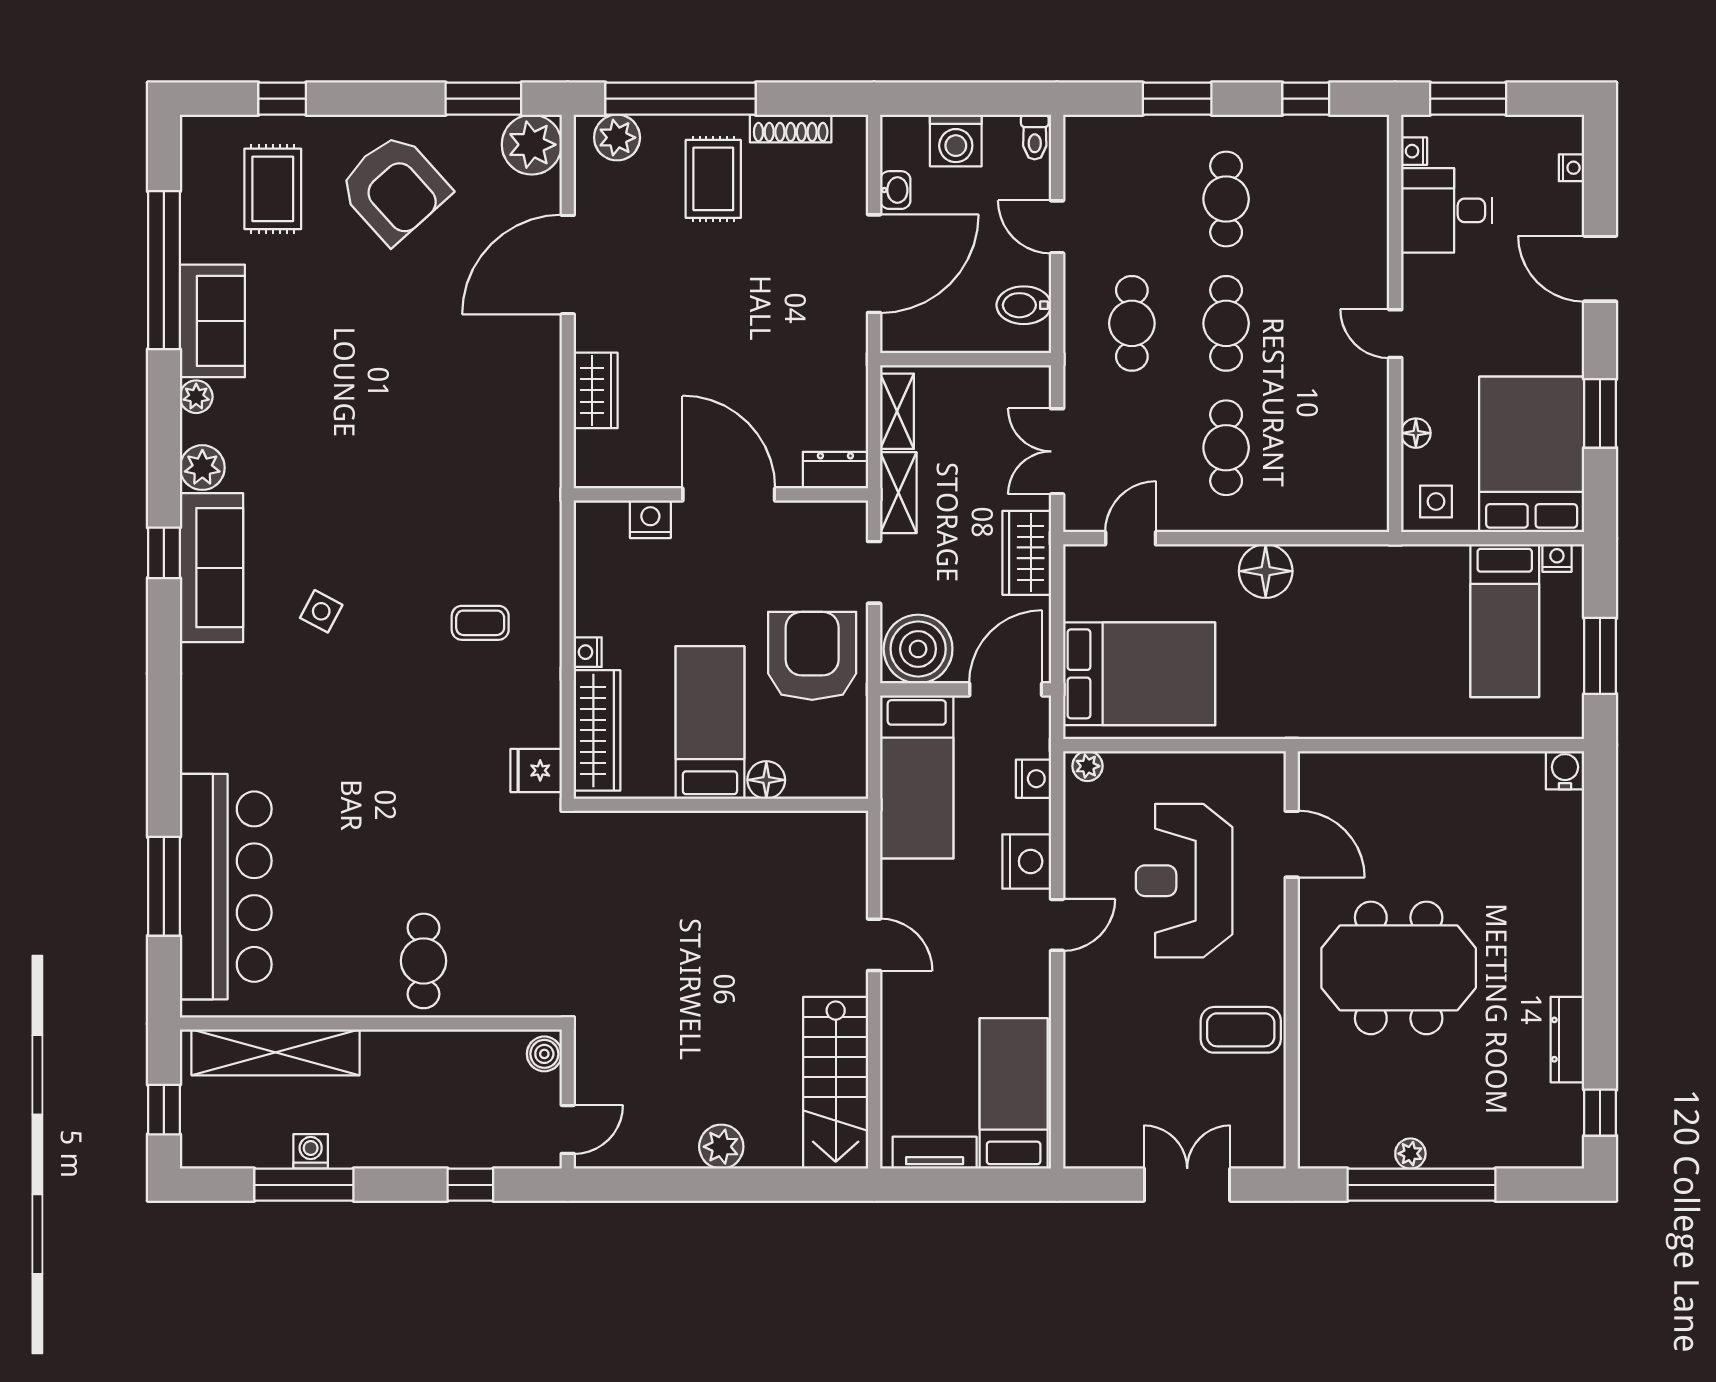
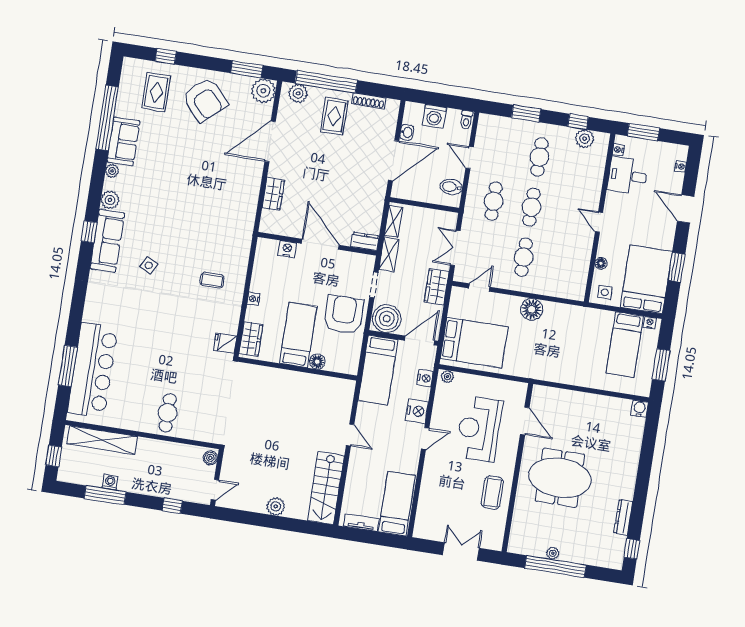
plant: (1328, 137) -> (585, 139), added
wardrobe: (597, 730) -> (251, 339), width x0.67
coffee table: (1241, 1030) -> (492, 493), turned 90

